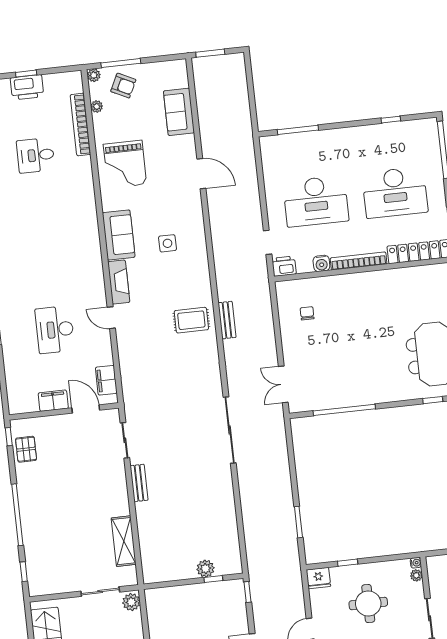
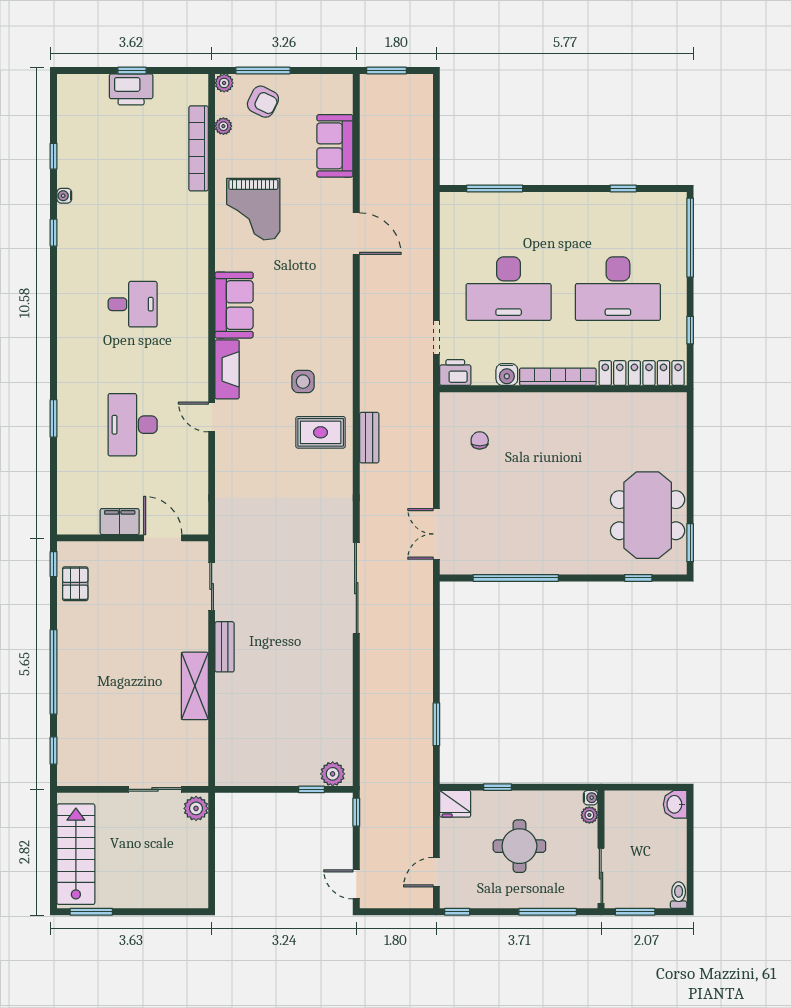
desk: (36, 155) -> (133, 304), moved, turned 180
side table: (167, 243) -> (303, 382), moved
filing cabinet: (106, 380) -> (195, 502), removed
shelving: (124, 541) -> (195, 686), moved
plant: (205, 569) -> (333, 774), moved

